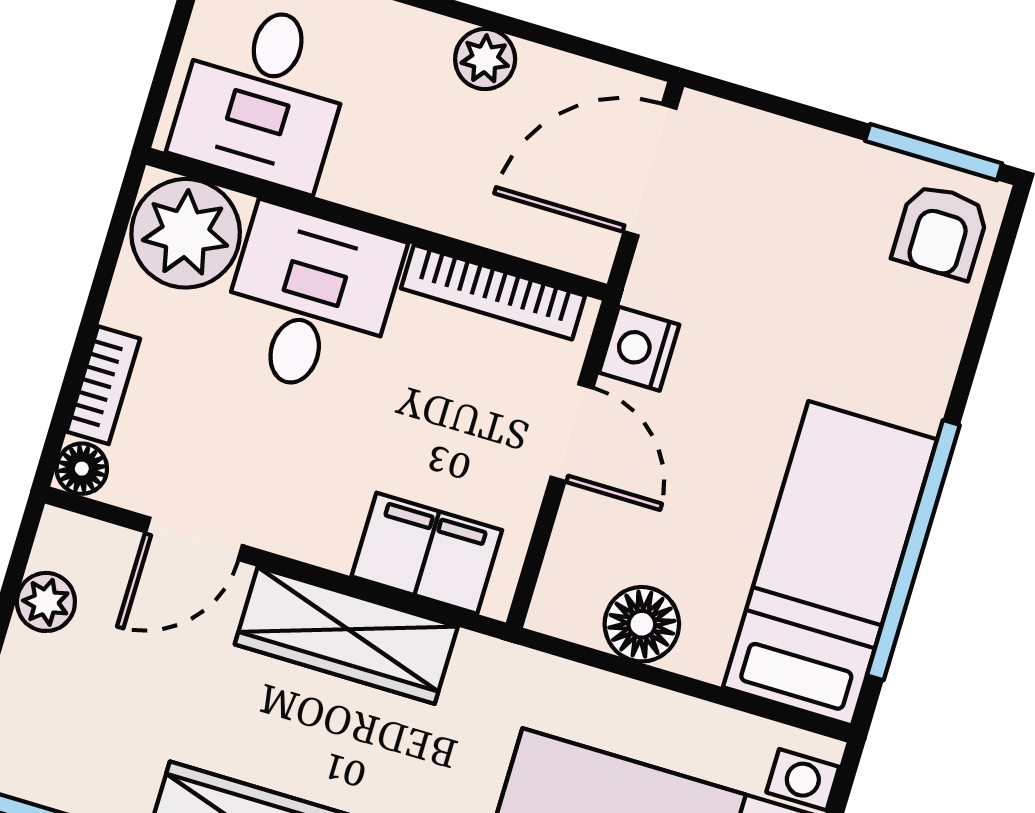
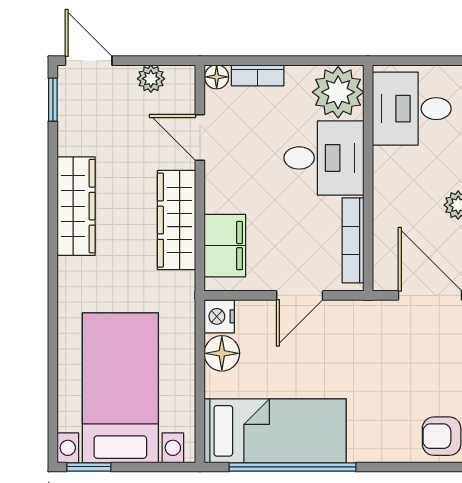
nightstand: (639, 349) -> (219, 316), moved, turned -90

